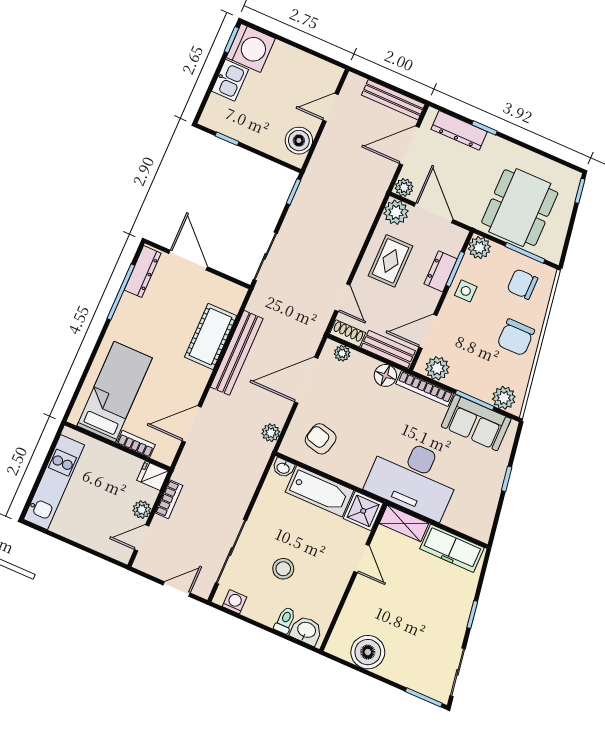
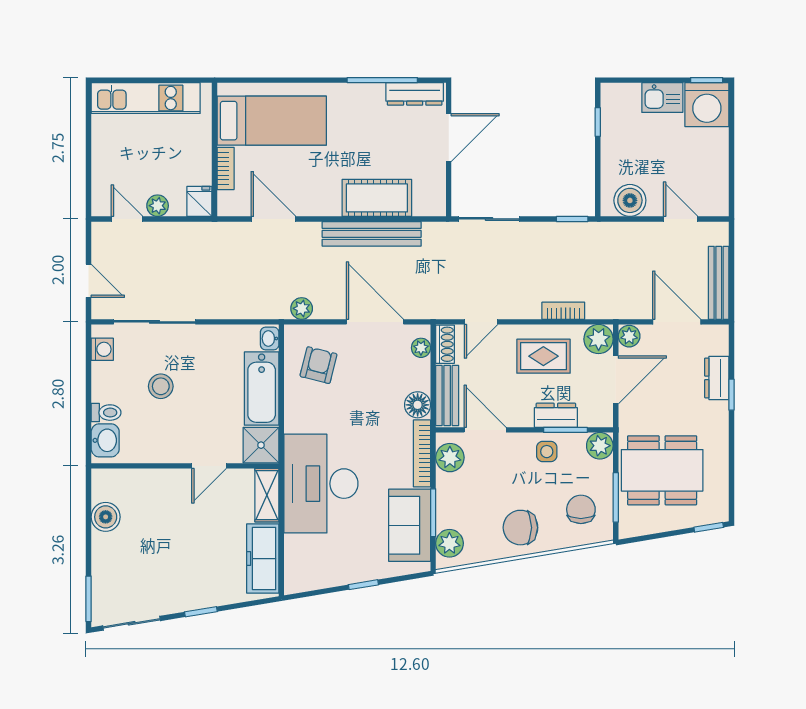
dresser: (459, 130) -> (717, 378), width x0.70
bookcase: (169, 499) -> (563, 311), moved, turned 180
boiler: (368, 652) -> (106, 517), width x0.73, depth x0.73

